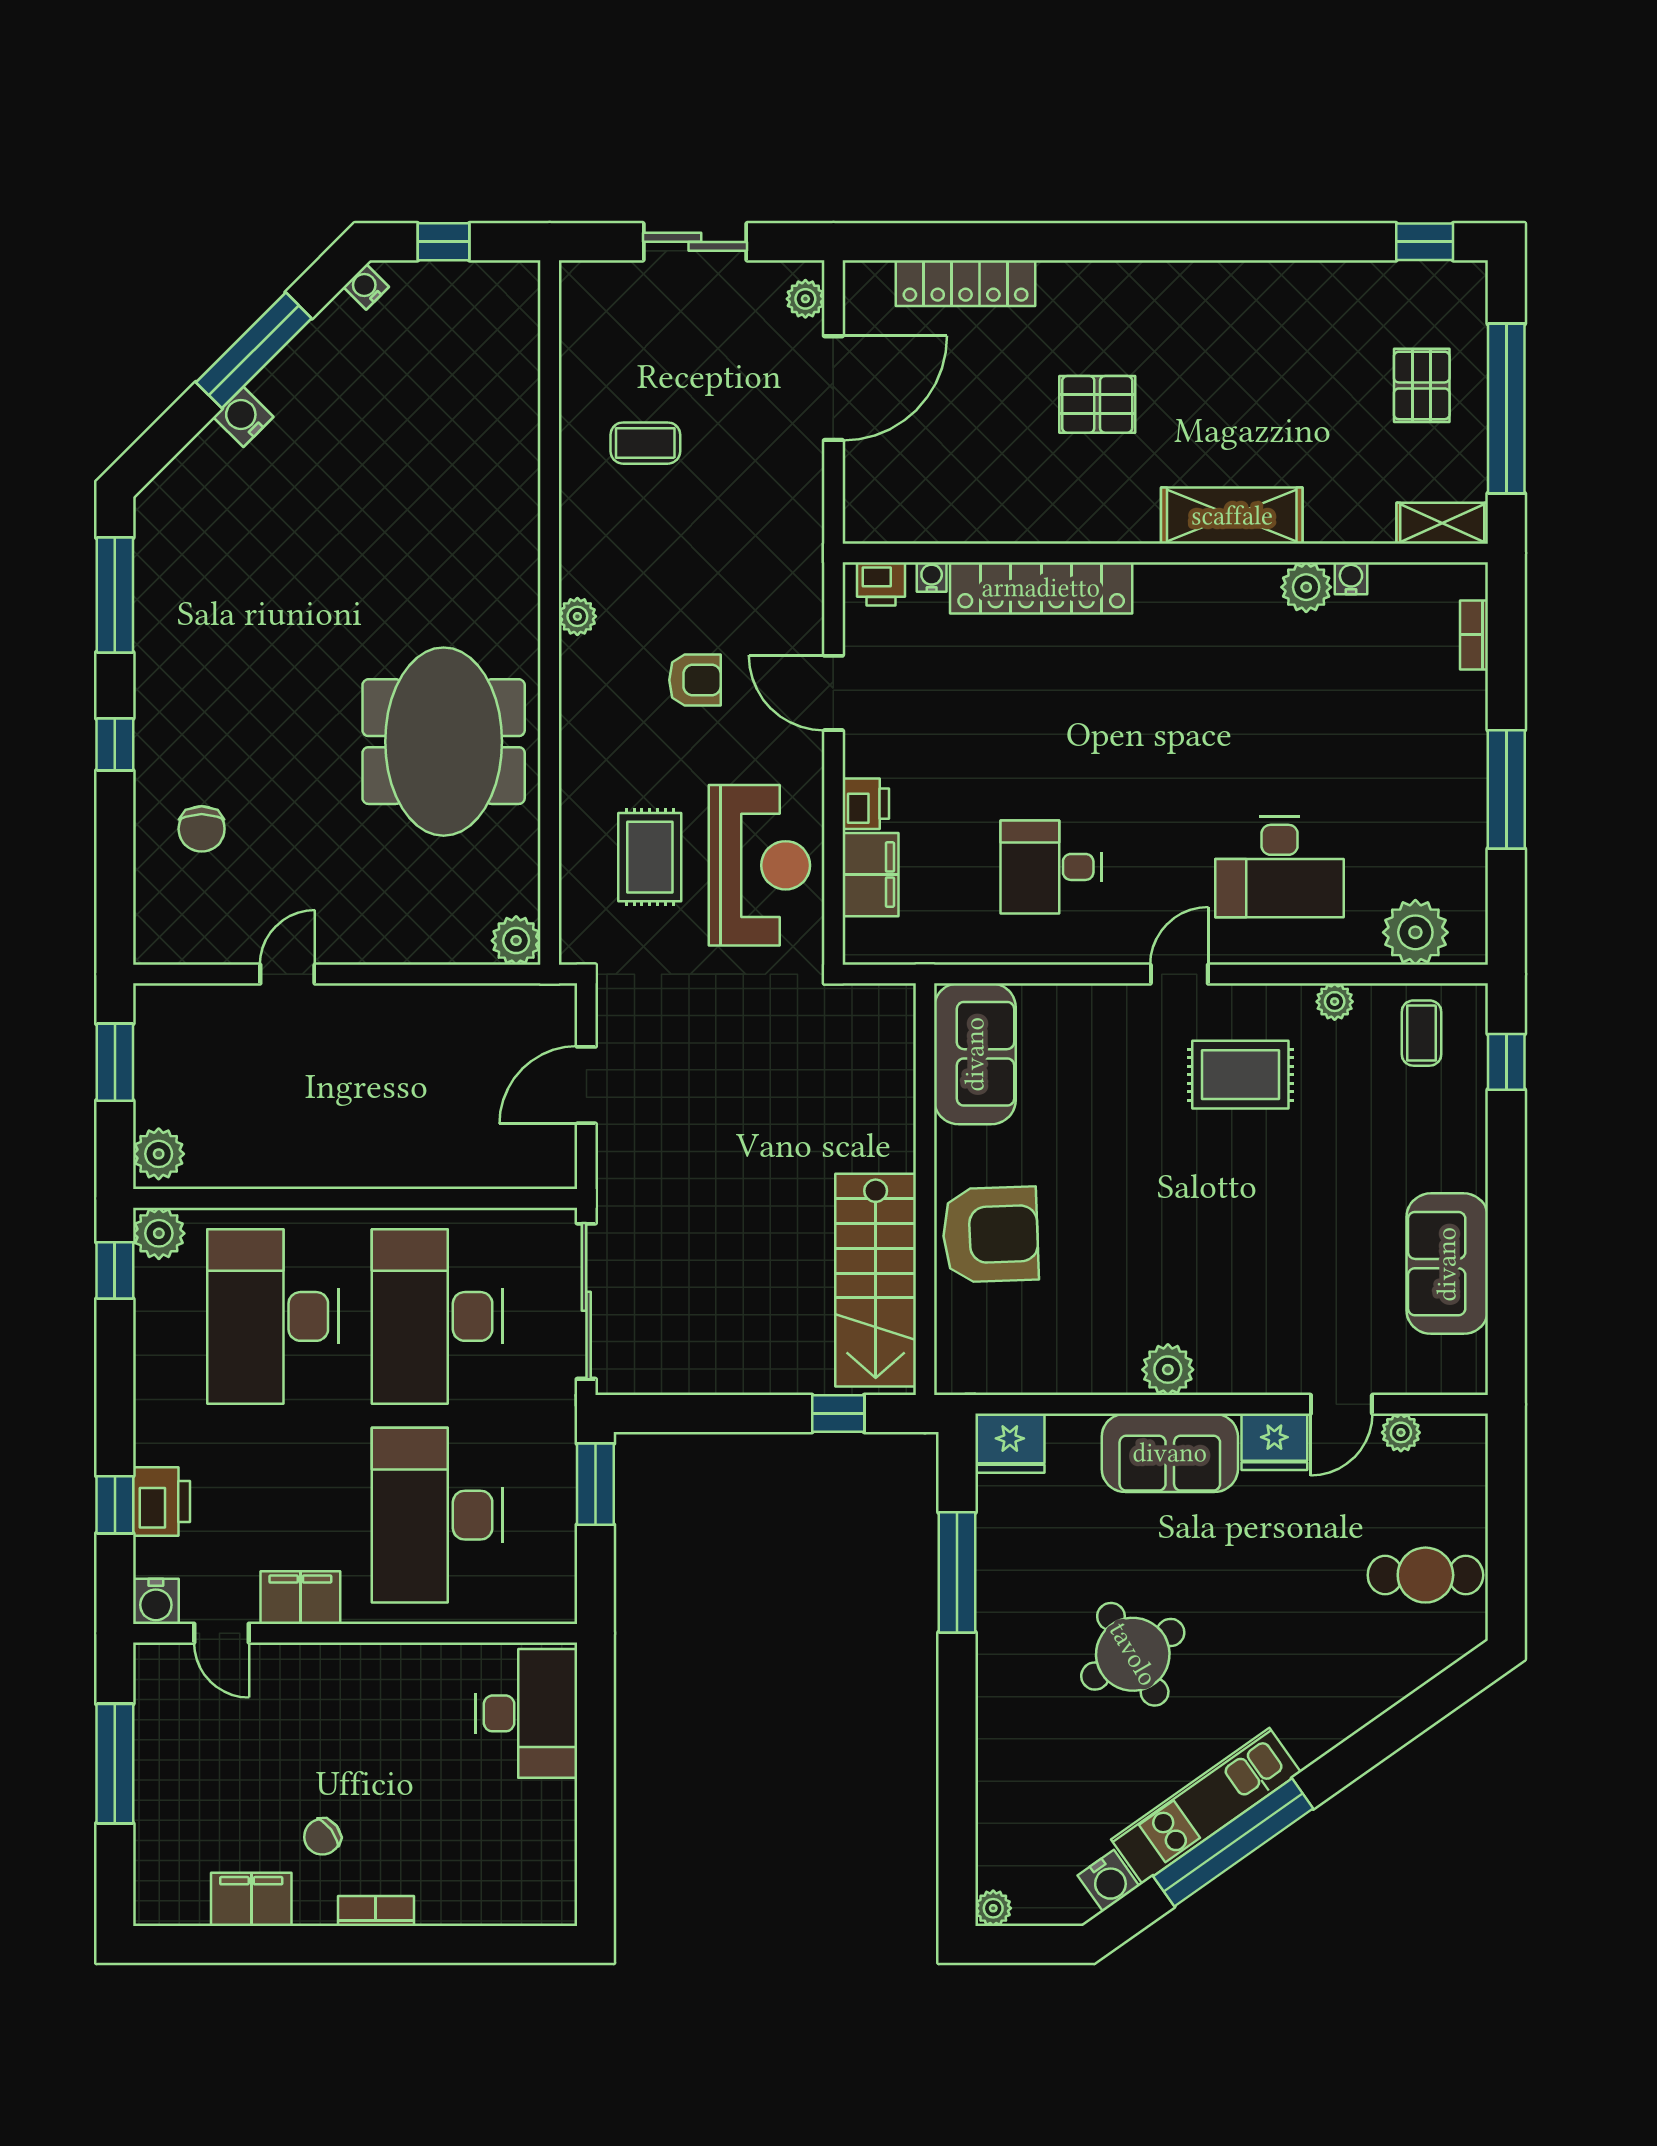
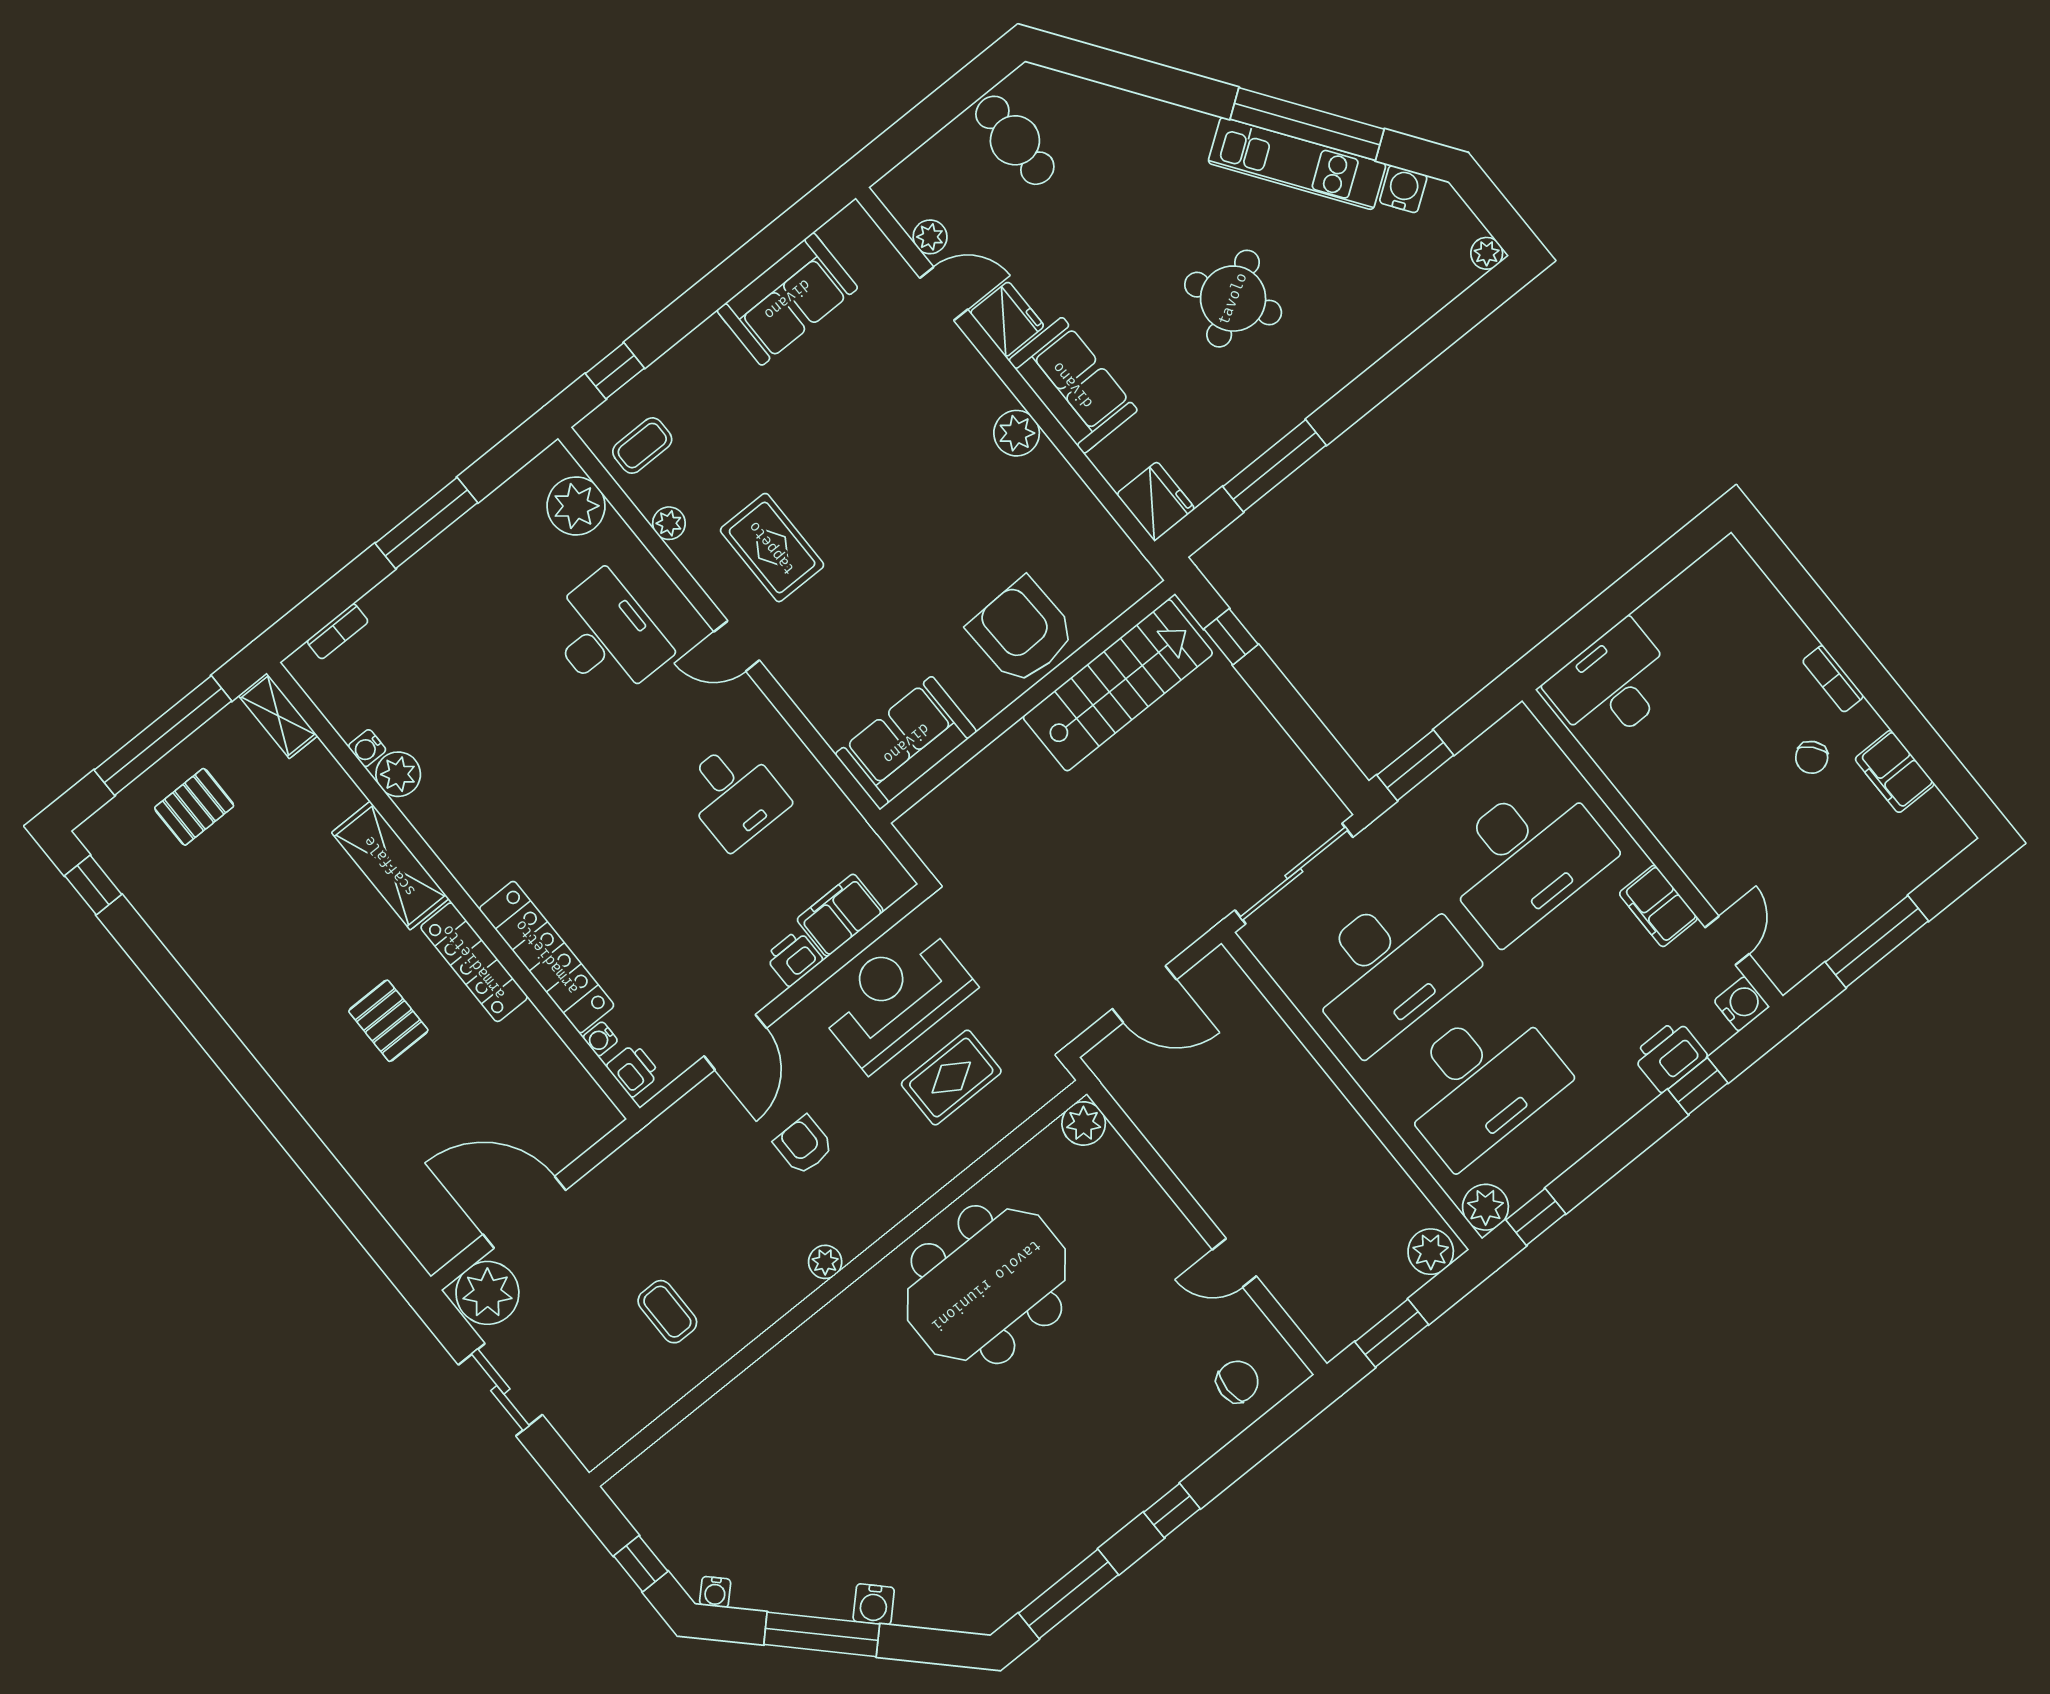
locker: (966, 283) -> (474, 962), moved, turned 180
plant: (805, 299) -> (487, 1293), width x1.88, depth x1.88
chair: (202, 829) -> (1237, 1382), moved
chair: (322, 1837) -> (1812, 757), turned 86

